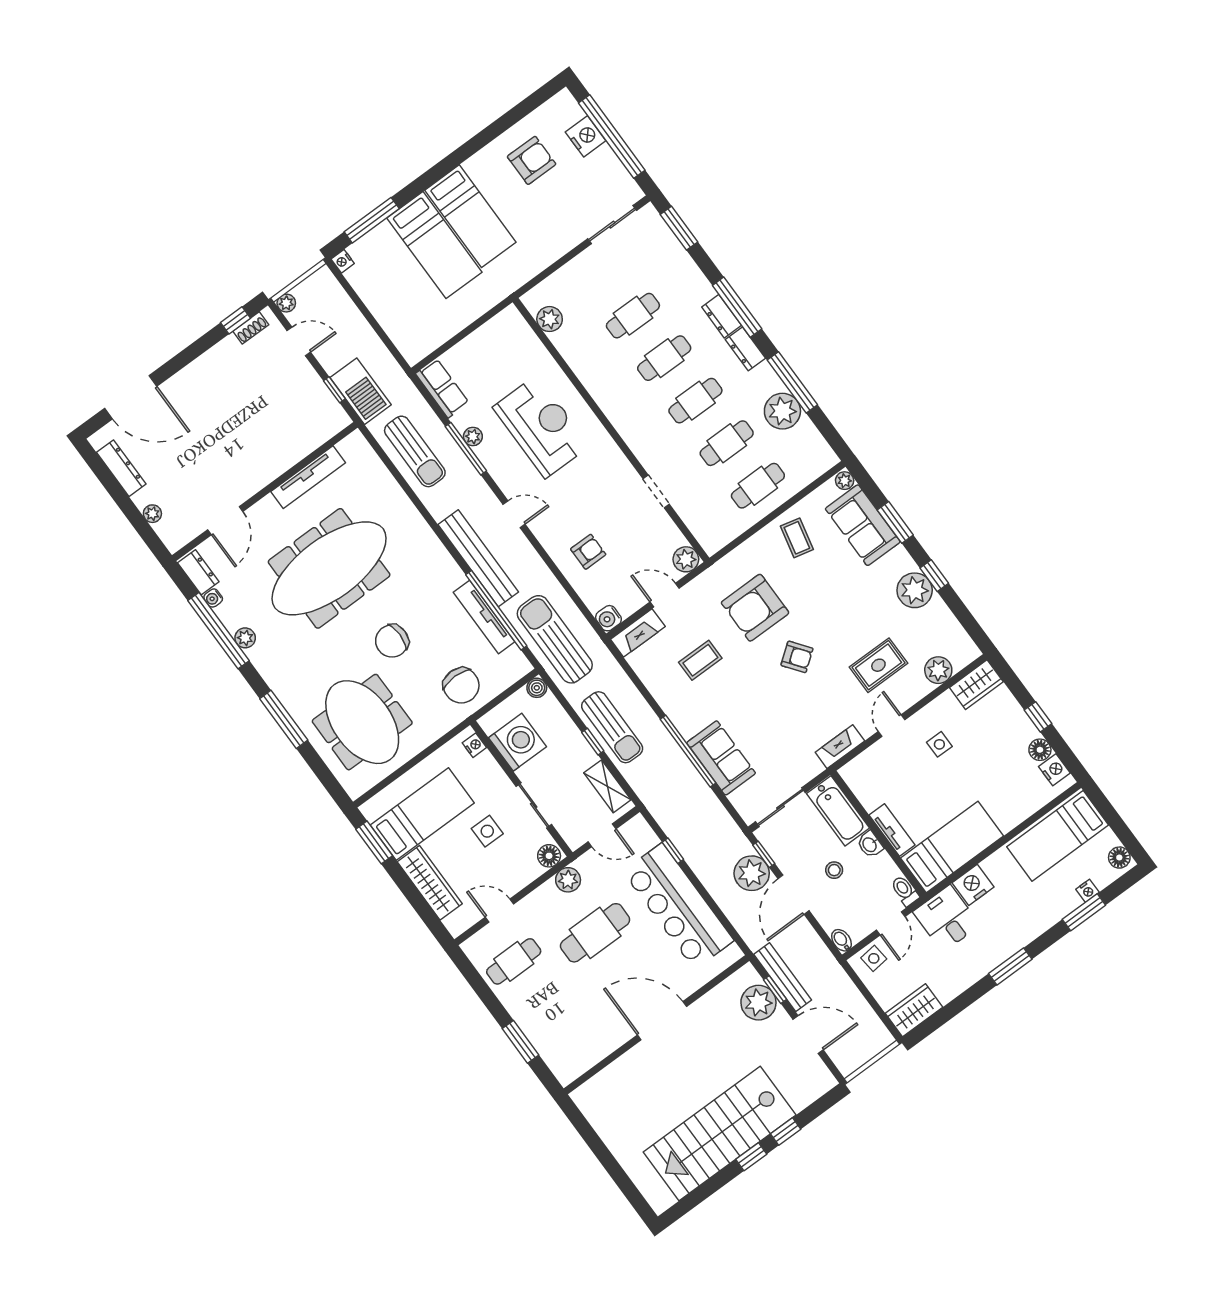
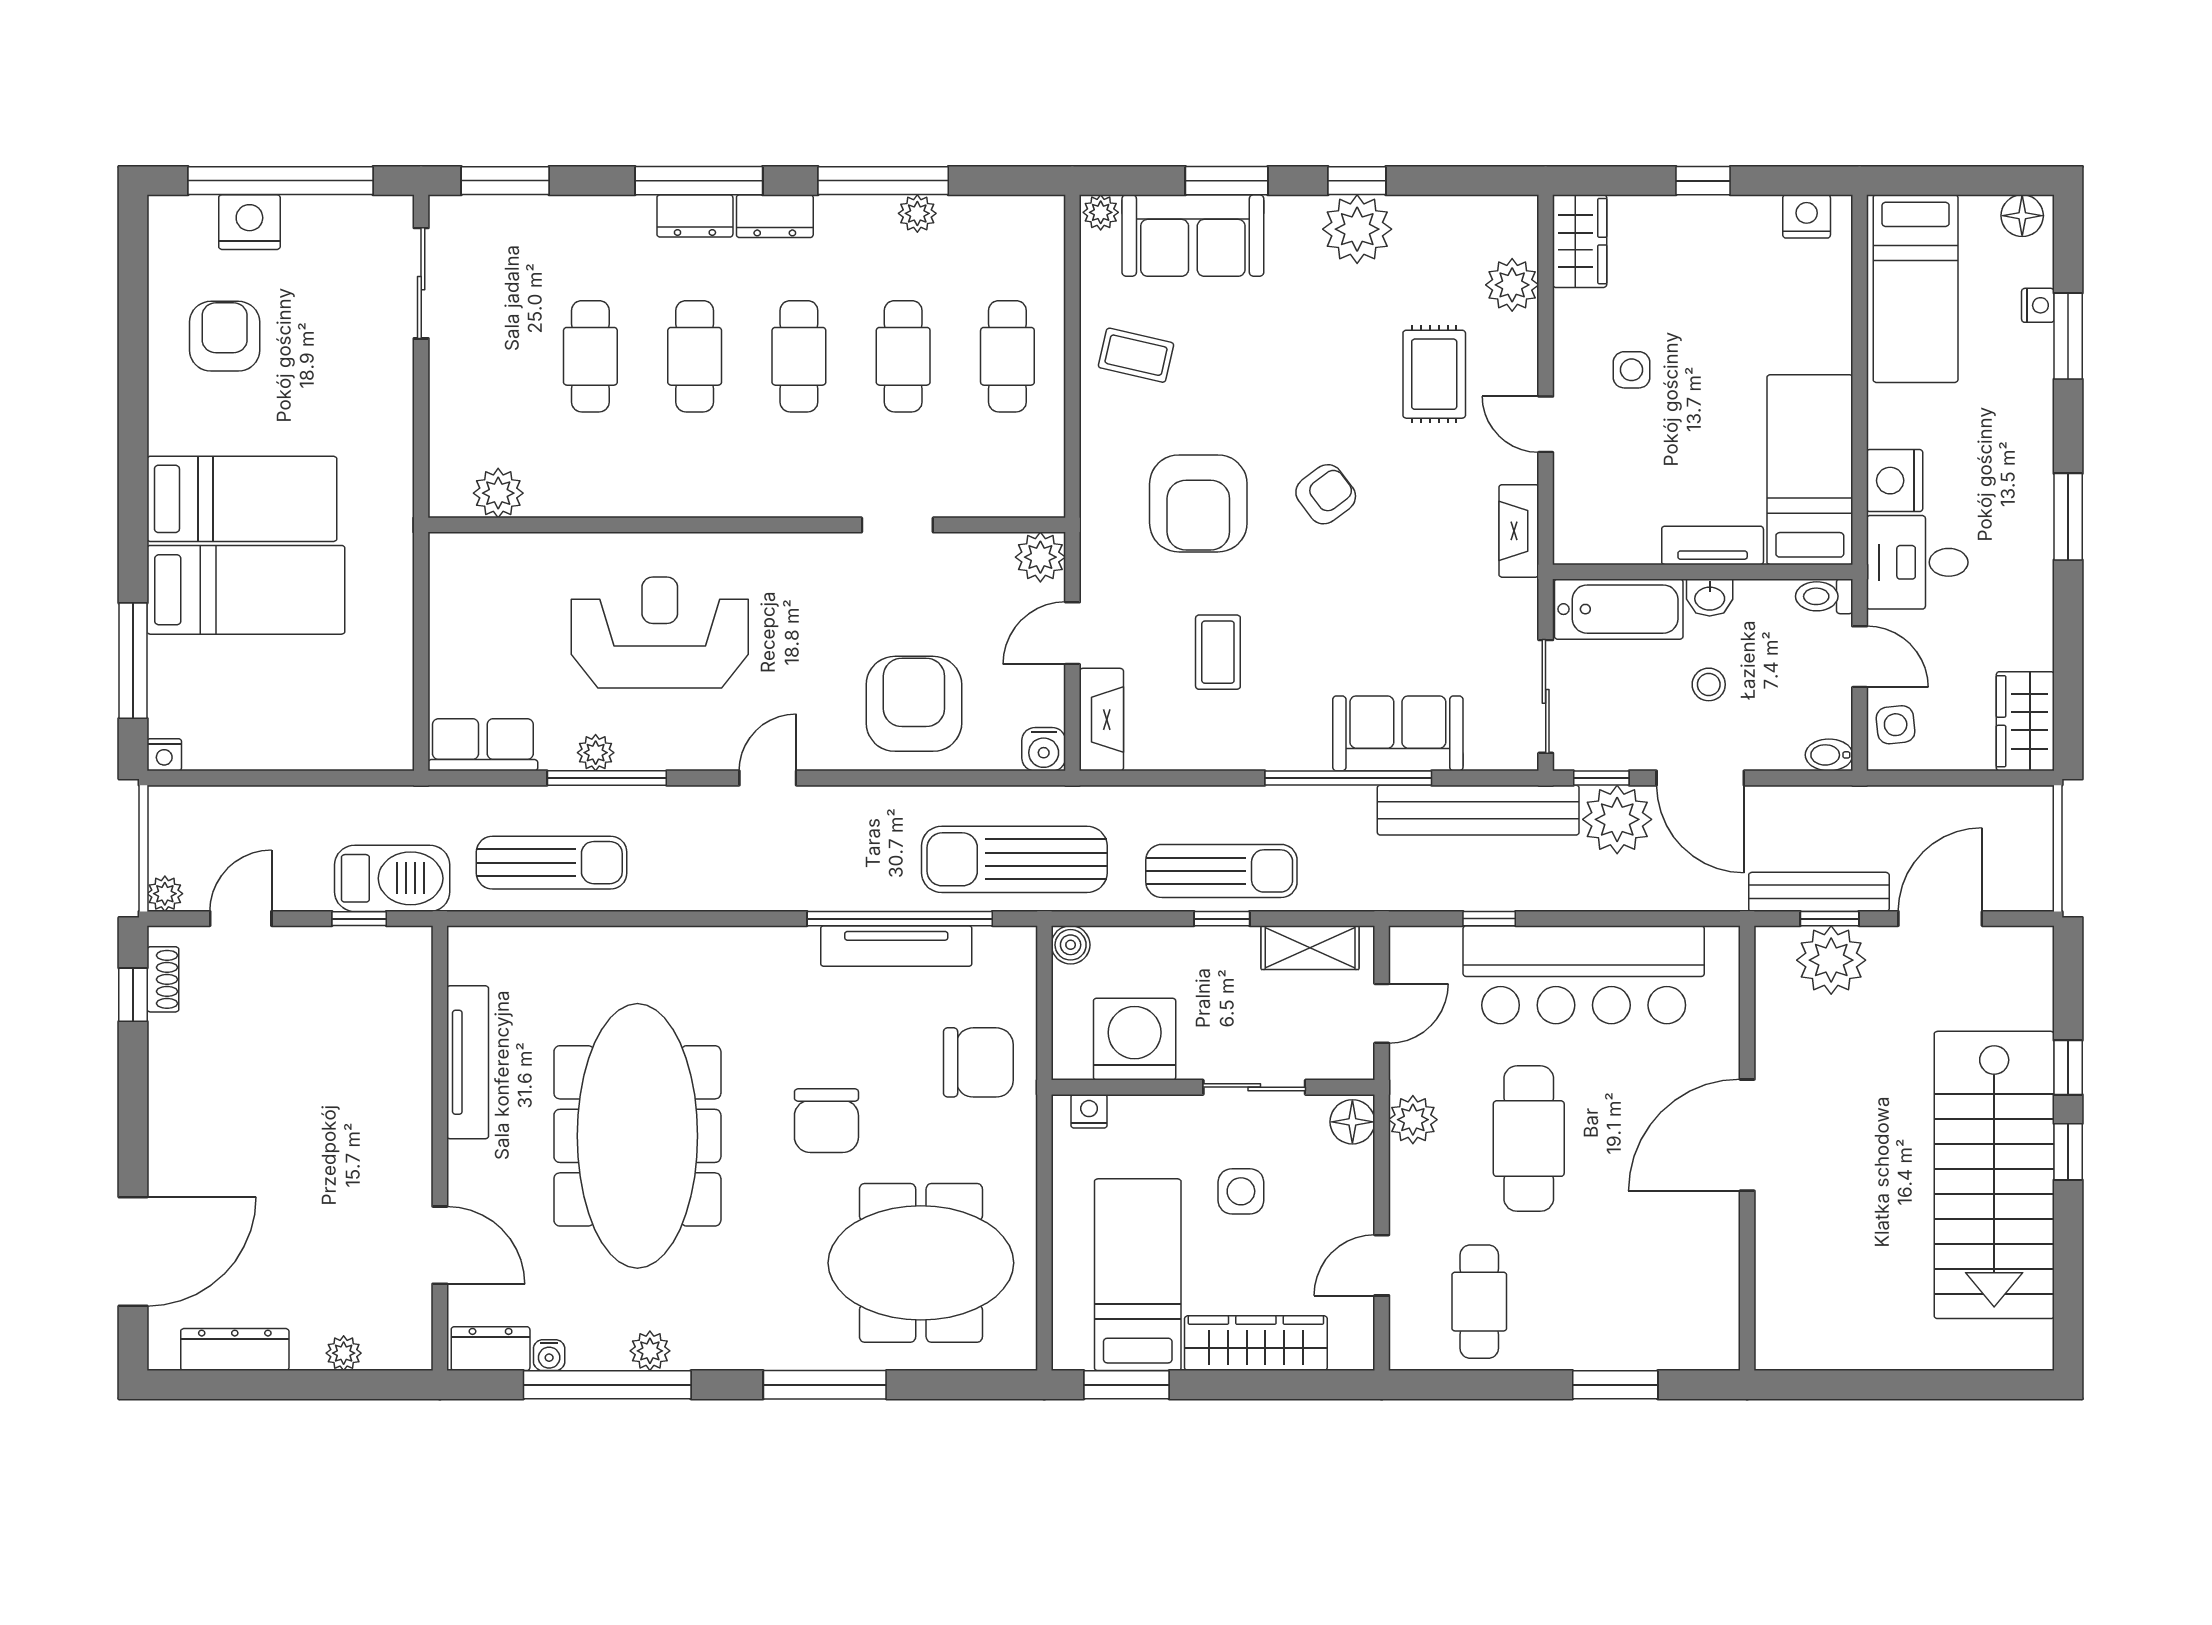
plant: (782, 411) -> (917, 213), width x0.53, depth x0.53
armchair: (588, 552) -> (914, 704), width x1.88, depth x1.88
bench: (478, 558) -> (1478, 810), moved
floor lamp: (1040, 750) -> (1758, 216), removed

